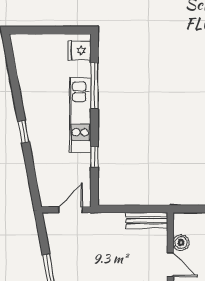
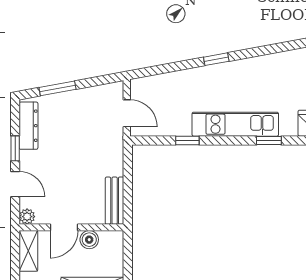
window: (94, 86) -> (269, 140), width x0.46

